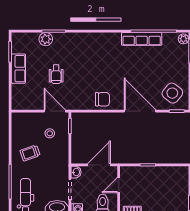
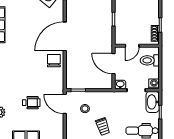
door: (55, 111) -> (65, 104), hinge flipped
door: (140, 111) -> (65, 36), moved
door: (119, 185) -> (132, 46), hinge flipped

